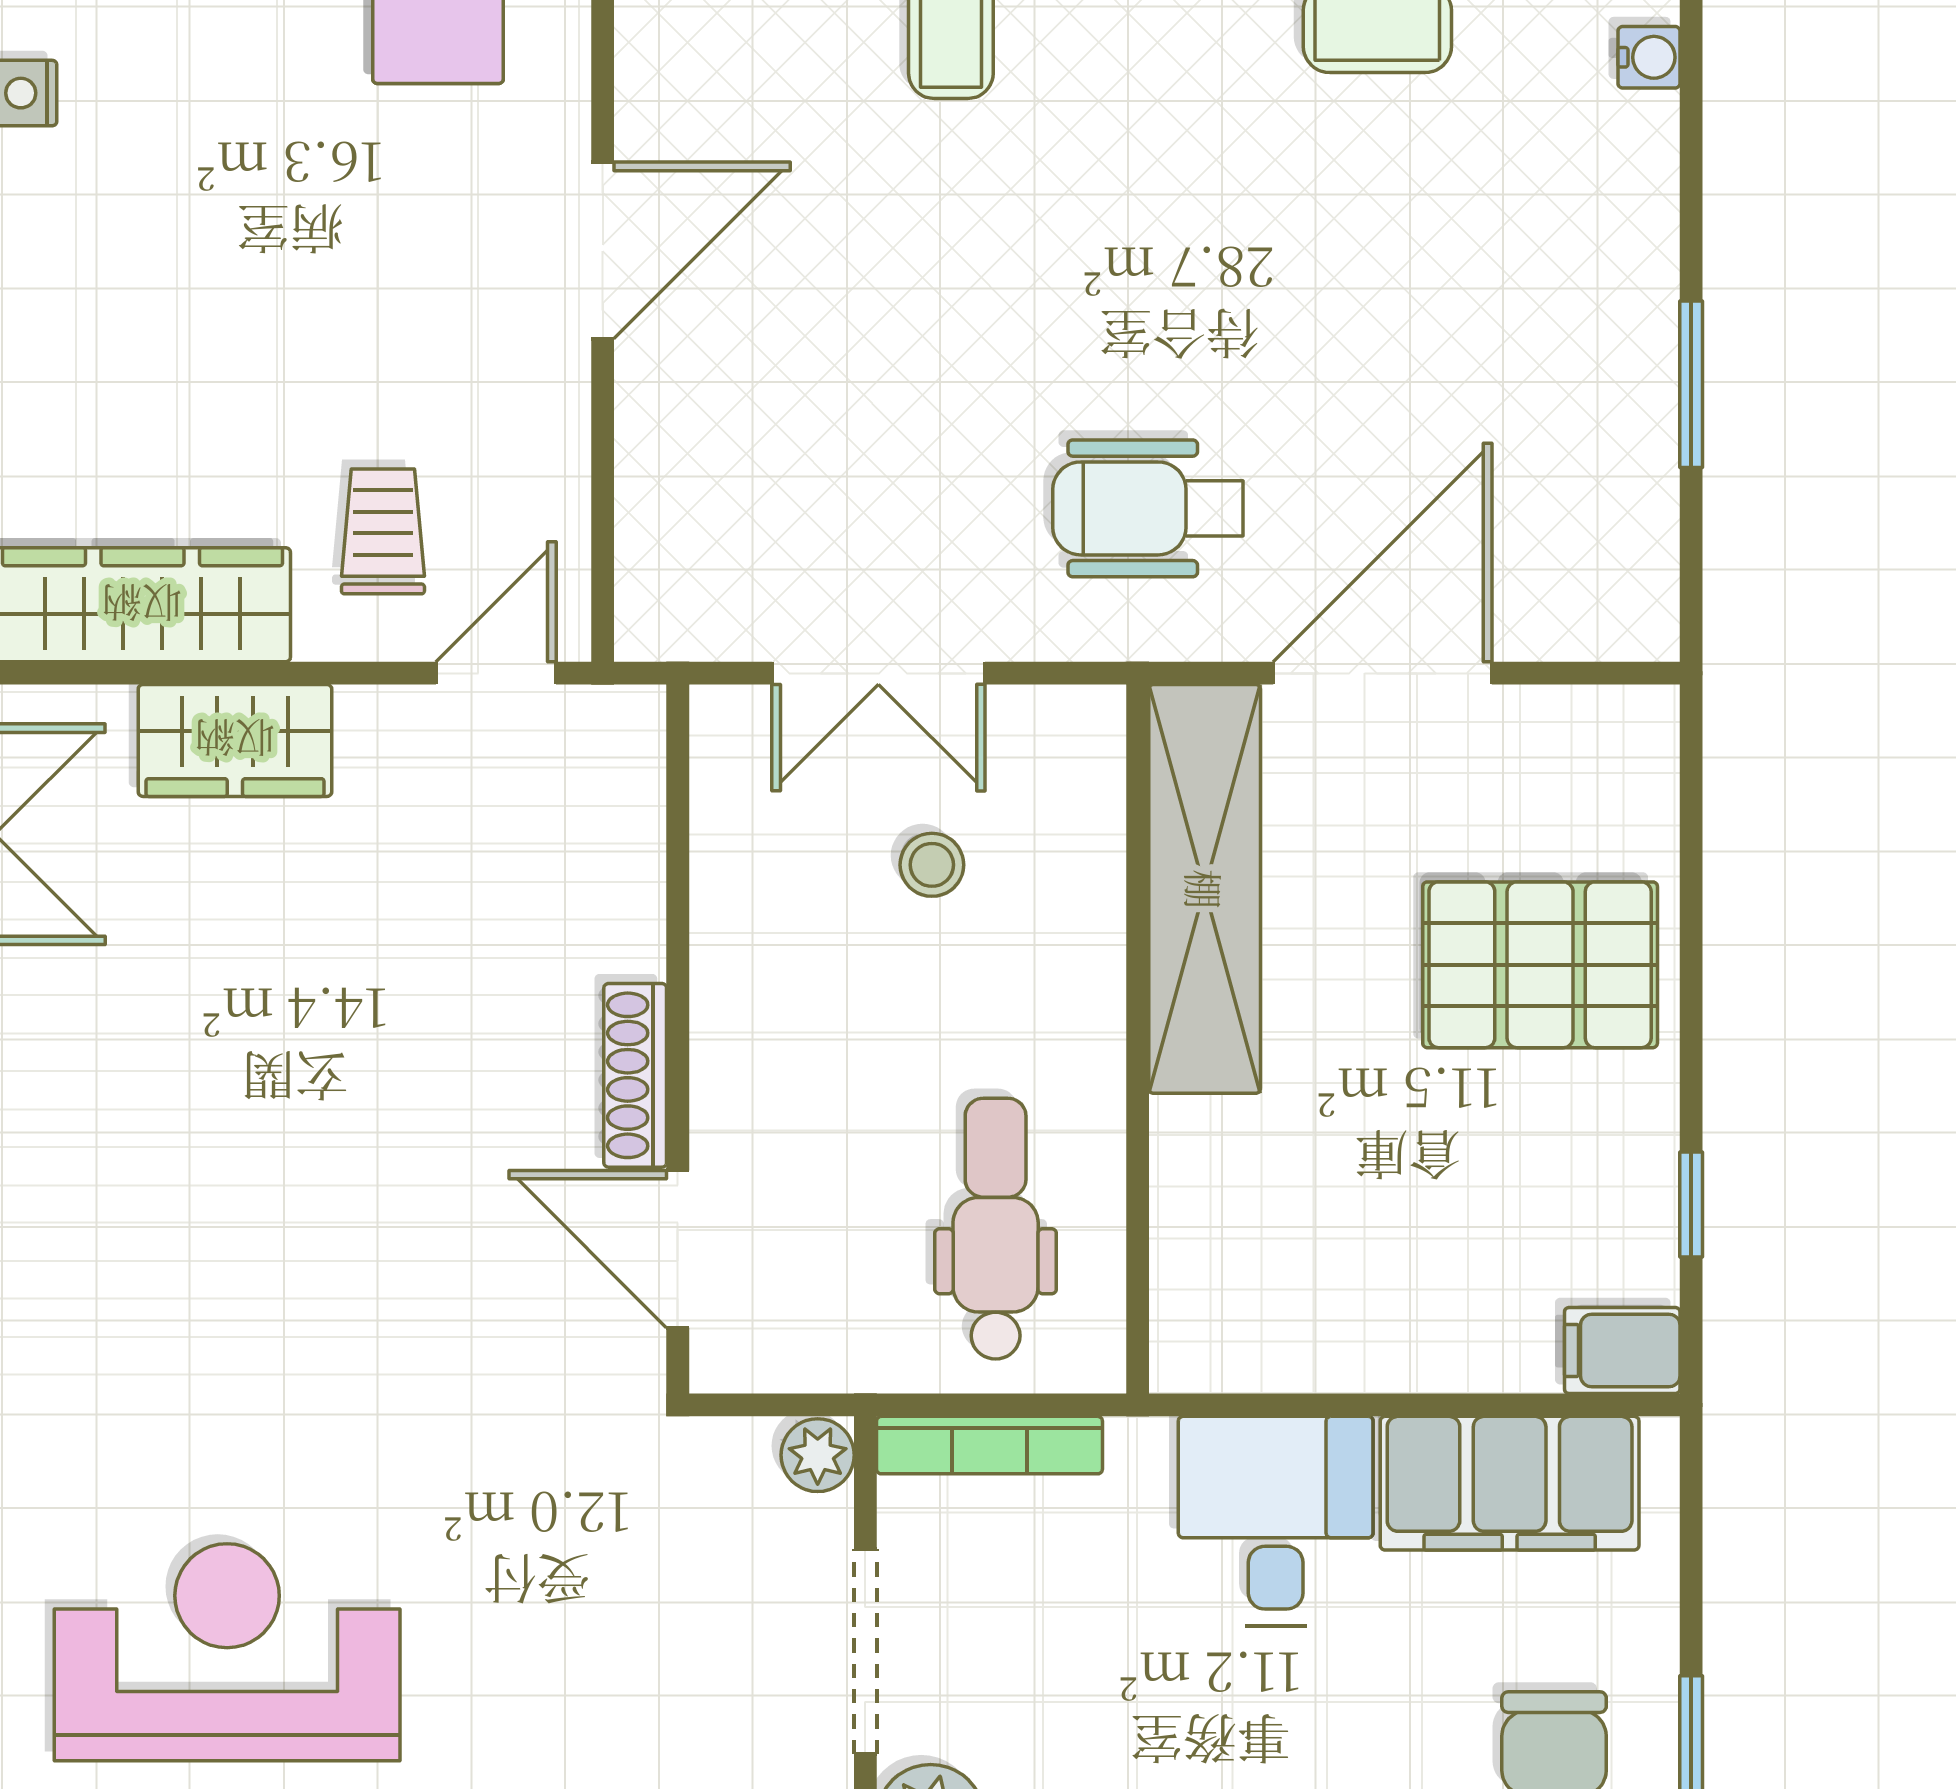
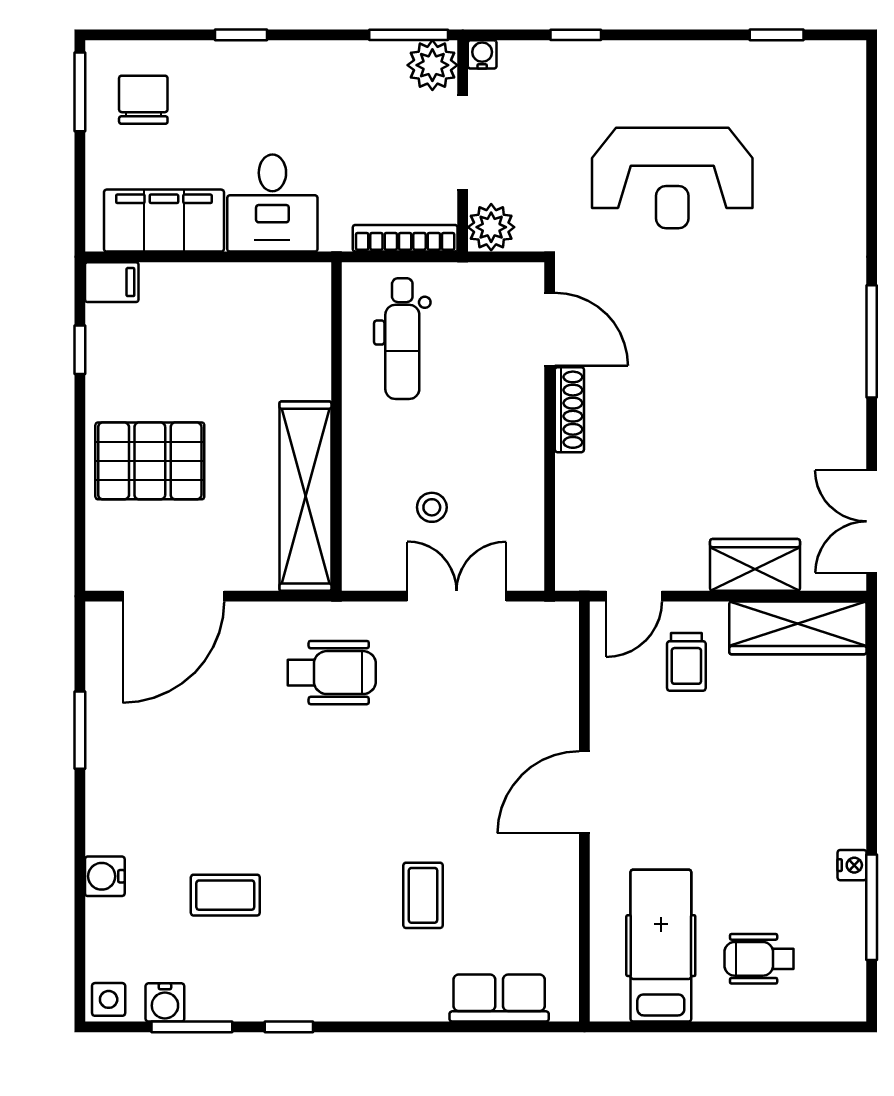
water cooler: (1649, 57) -> (105, 876), width x1.38, depth x1.38
door: (1382, 673) -> (173, 596), moved
plant: (818, 1455) -> (491, 227), width x1.38, depth x1.38
reception desk: (227, 1652) -> (672, 178), moved

